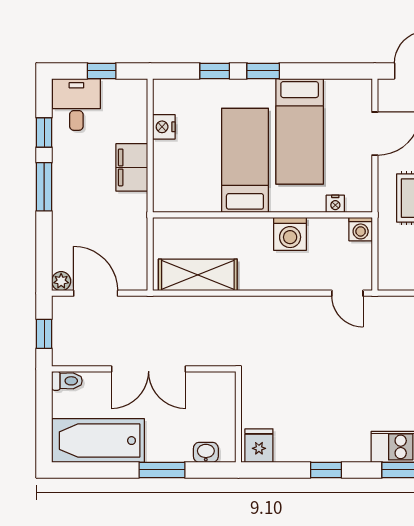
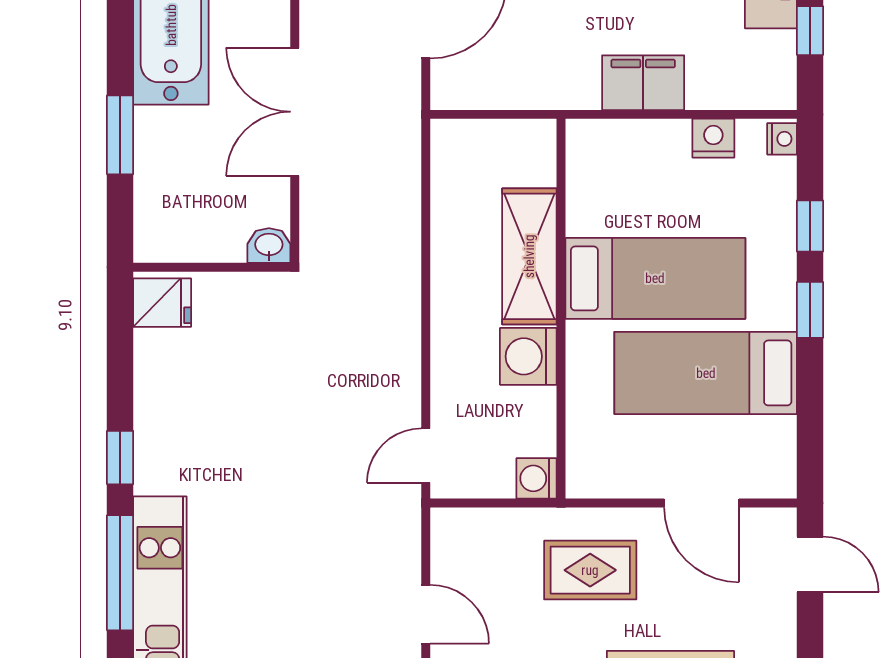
nightstand: (335, 204) -> (782, 139), moved, turned 180
shelving: (198, 275) -> (529, 256), moved
washbasin: (206, 452) -> (269, 245), moved, turned -90
window: (326, 470) -> (120, 458), moved

